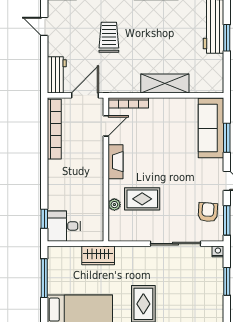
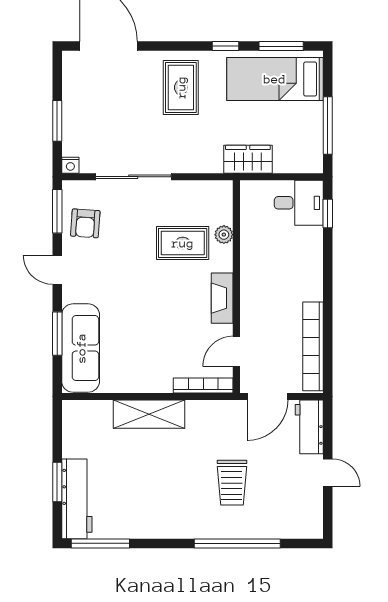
door: (44, 26) -> (328, 473), moved

